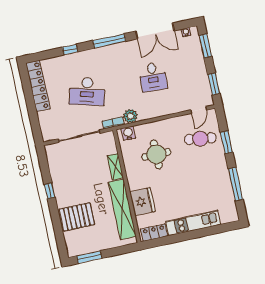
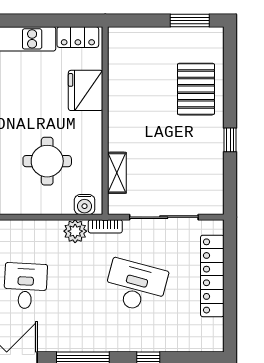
locker: (38, 86) -> (212, 276), moved
shelving: (115, 167) -> (117, 173), moved
shelving: (122, 209) -> (121, 85), removed
pallet: (77, 217) -> (196, 89), turned 90

